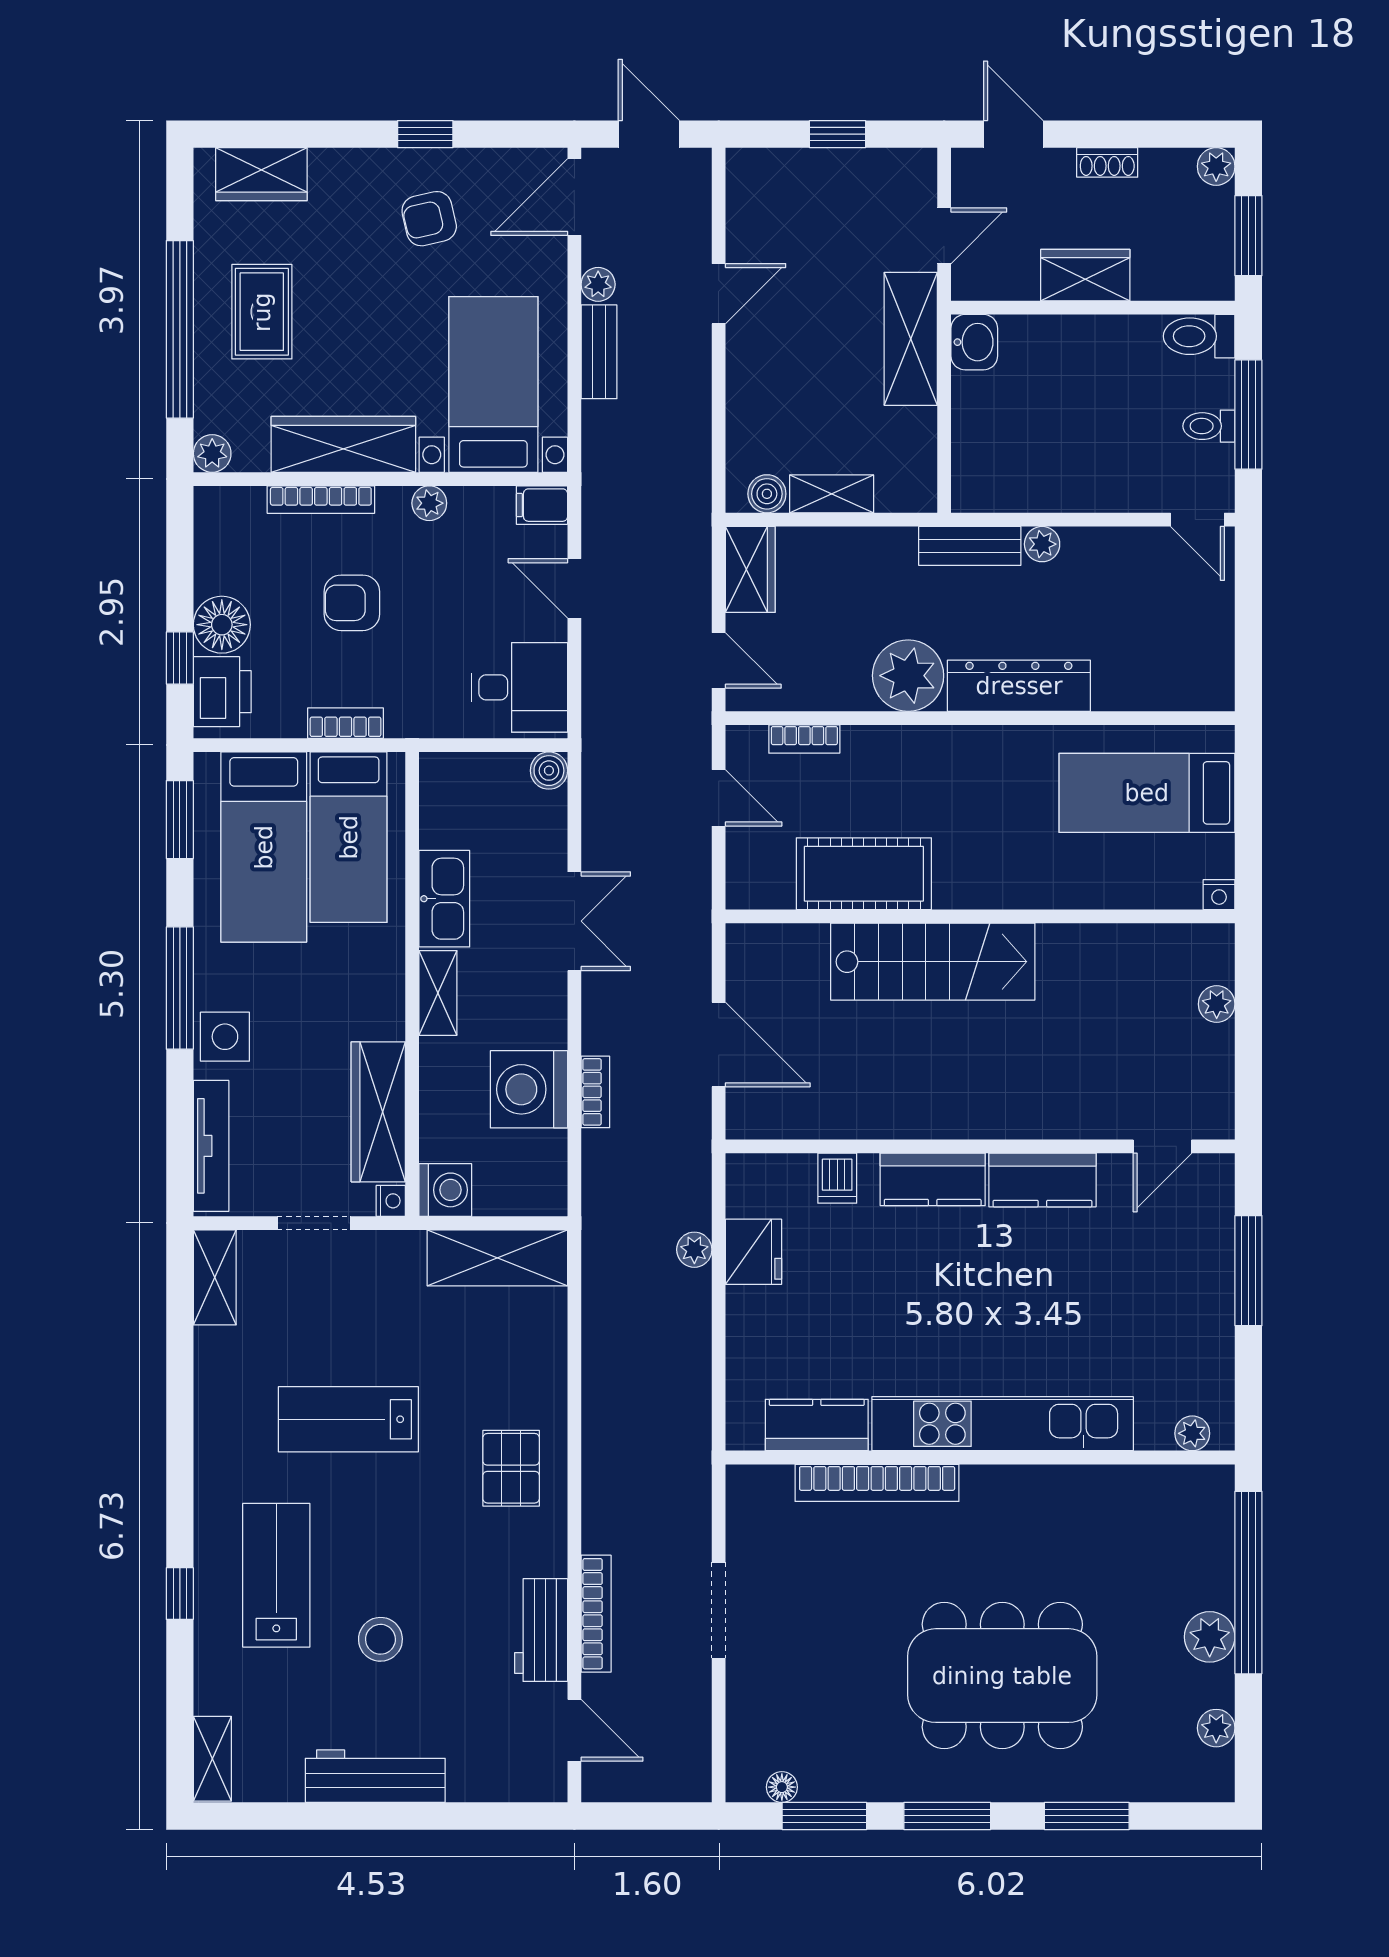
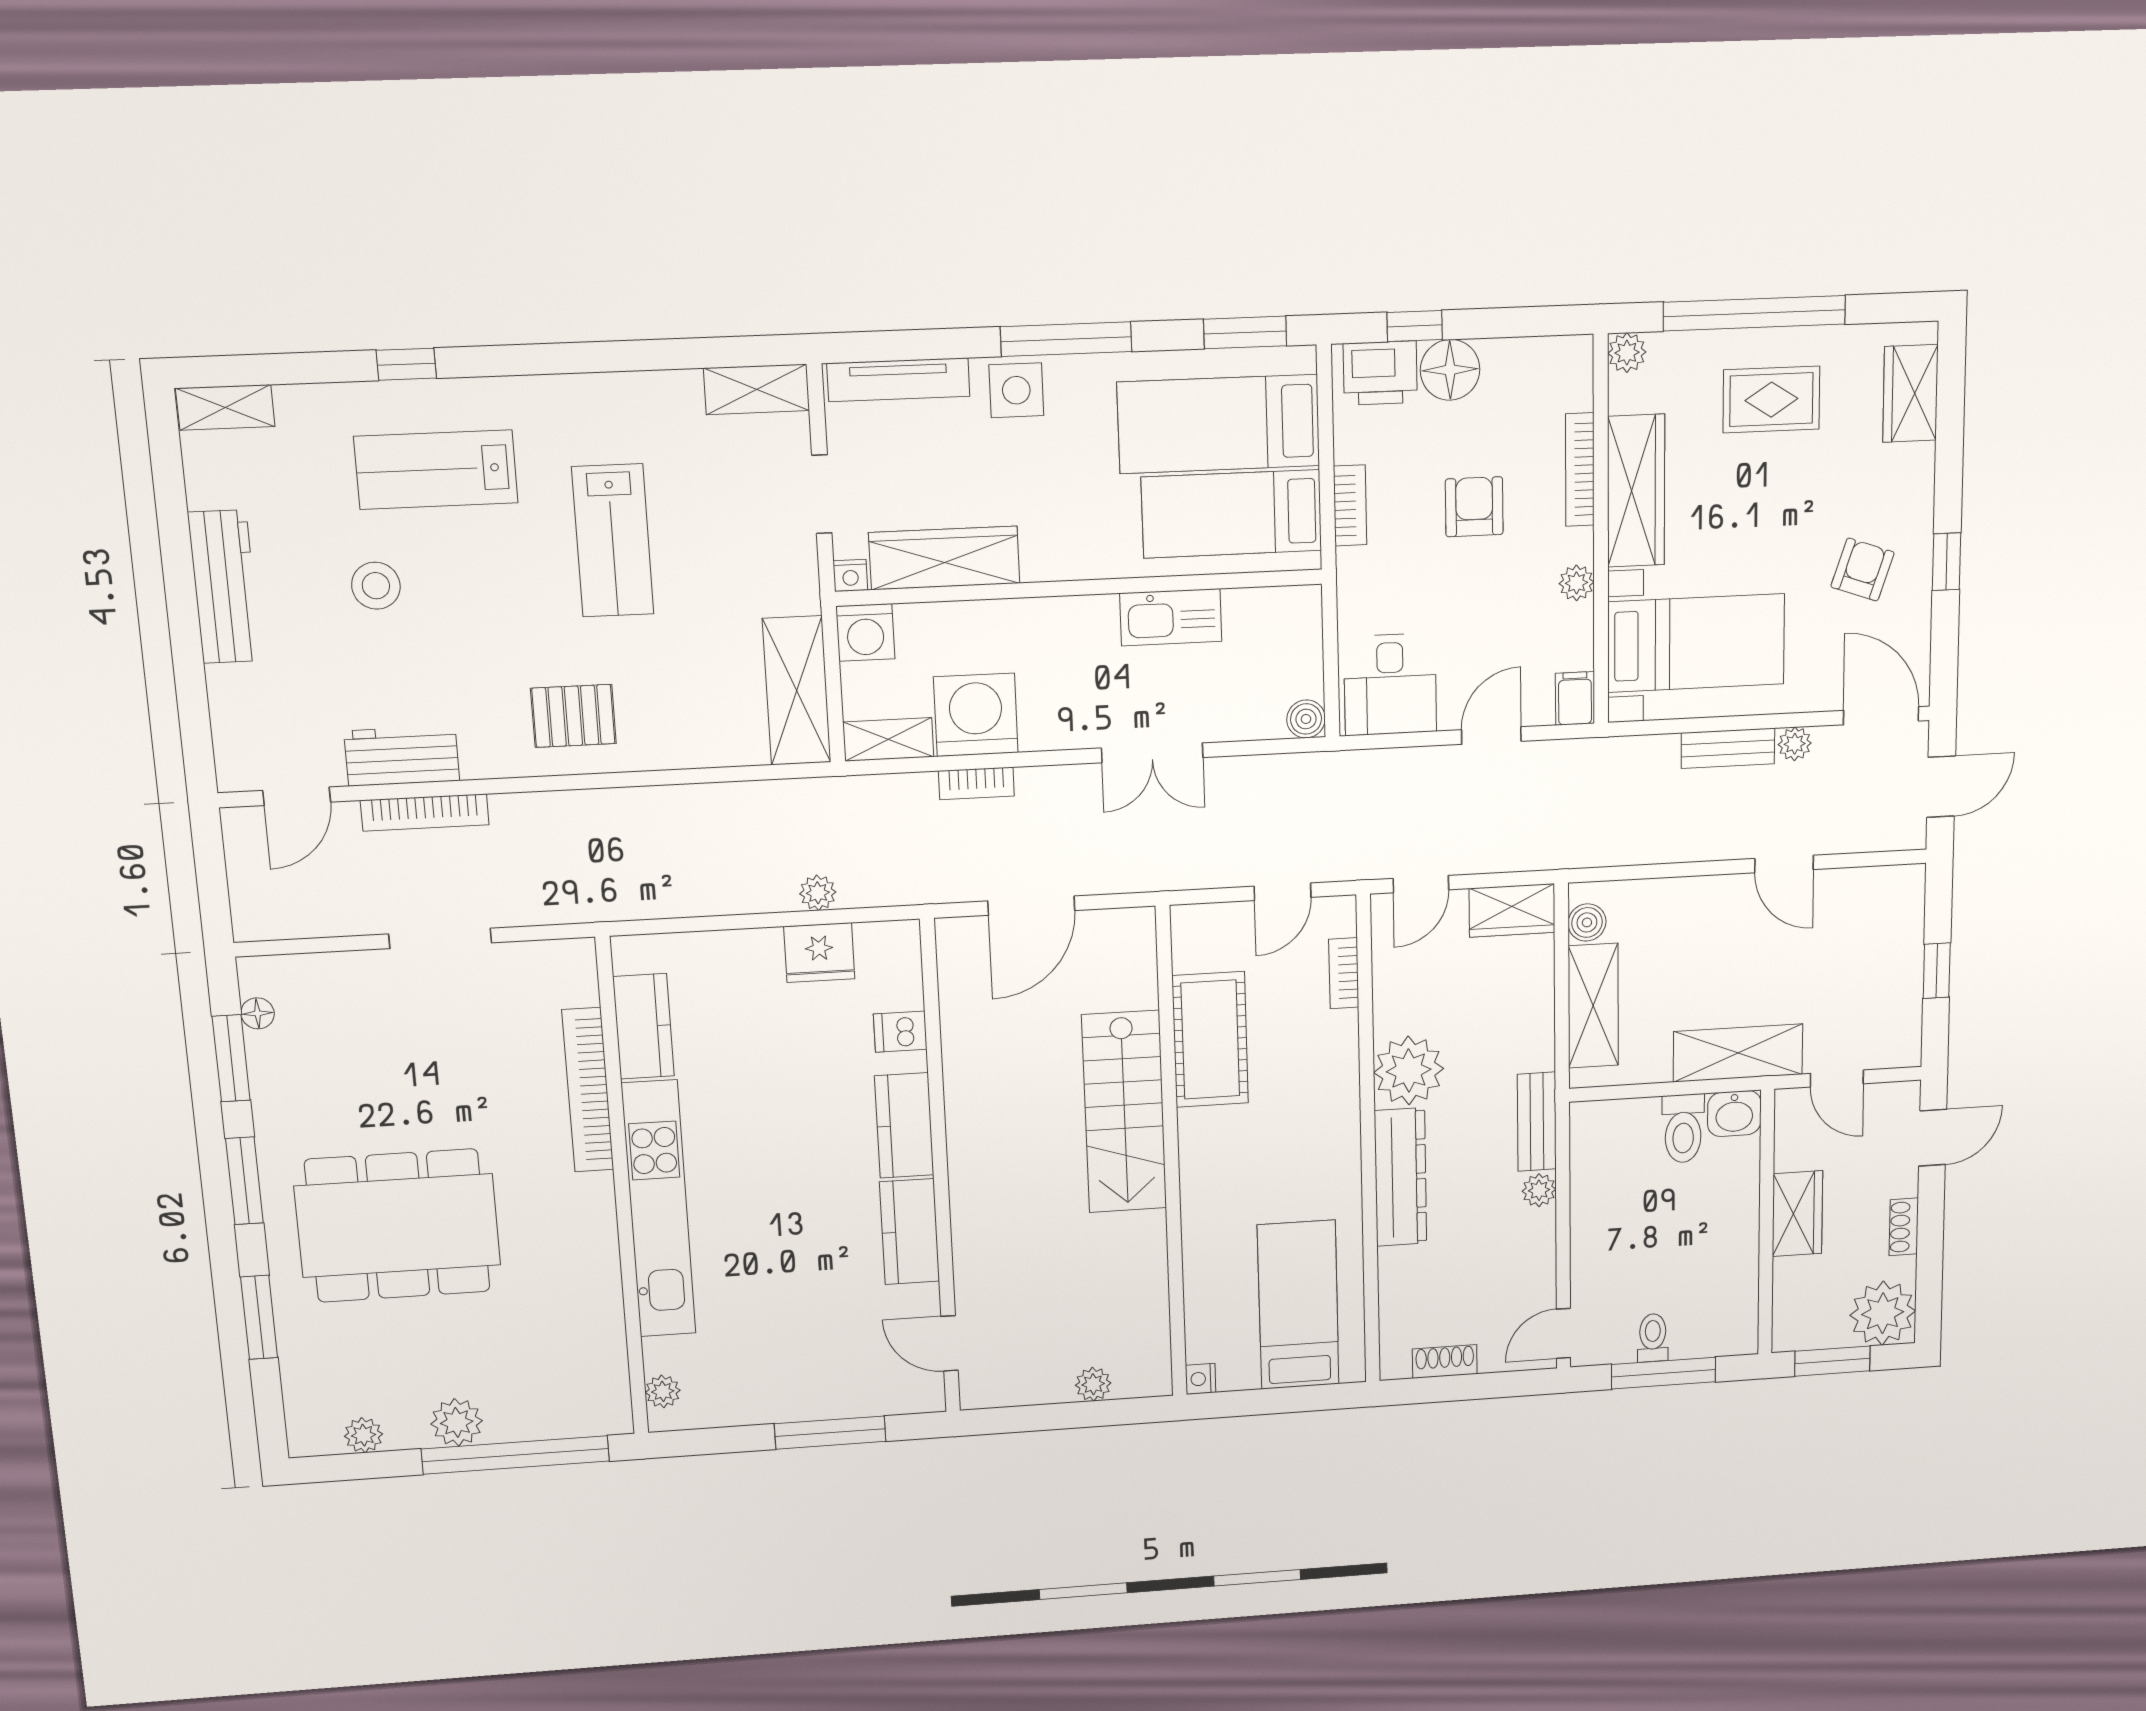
plant: (1216, 166) -> (1883, 1313), width x1.88, depth x1.88
armchair: (429, 219) -> (1862, 570), turned 32
toilet: (1199, 336) -> (1683, 1129), moved, turned 180
shelving: (832, 494) -> (1593, 1006), width x1.50, depth x1.33
shoe rack: (1219, 643) -> (1445, 1361), added
shelving: (438, 993) -> (888, 739), moved
lab bench: (348, 1419) -> (613, 541), turned 180
lab bench: (276, 1575) -> (436, 470), turned 180
dining table: (1002, 1676) -> (398, 1226), turned 90

